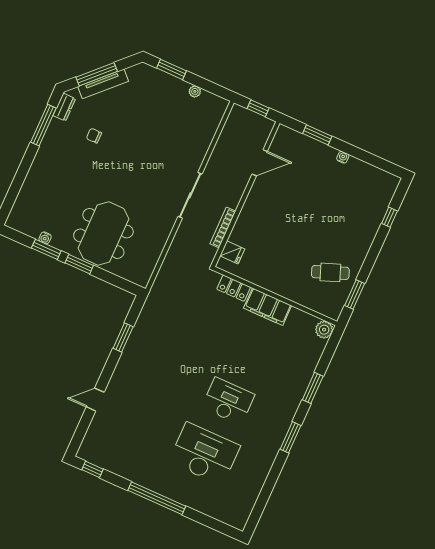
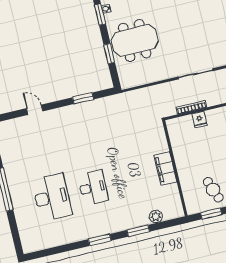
fridge: (232, 252) -> (199, 119), moved
window: (79, 264) -> (109, 54), moved
locker: (234, 288) -> (161, 140), removed
plant: (324, 330) -> (156, 216), moved

